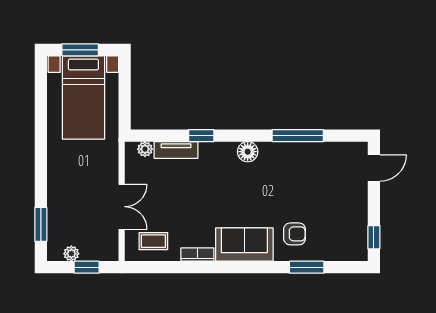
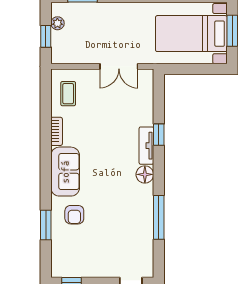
plant: (145, 149) -> (147, 86), removed
tv unit: (176, 150) -> (146, 146), moved
double door: (122, 207) -> (119, 66), moved

